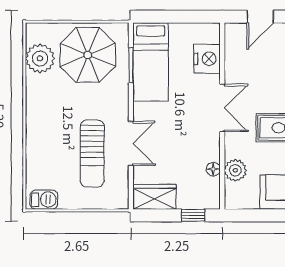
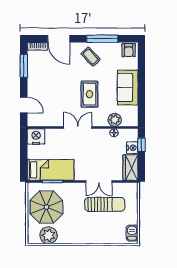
nightstand: (207, 59) -> (36, 136), moved
double door: (131, 143) -> (99, 181), swing flipped
nightstand: (188, 200) -> (132, 148), added

